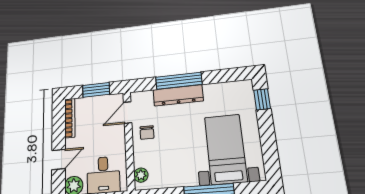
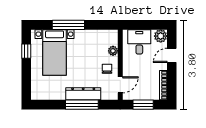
window: (262, 99) -> (26, 51), moved
plant: (141, 175) -> (113, 51), moved

